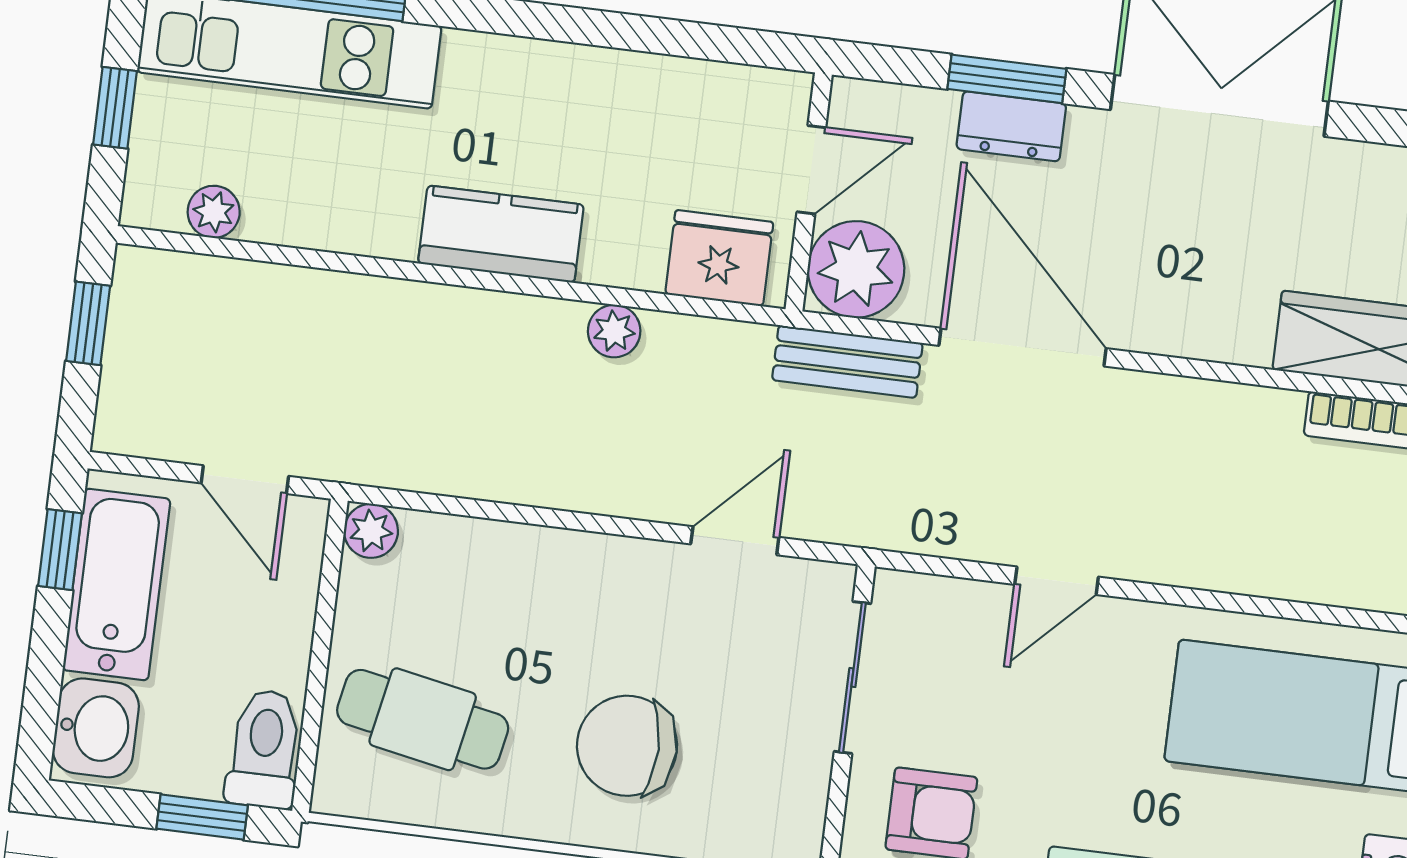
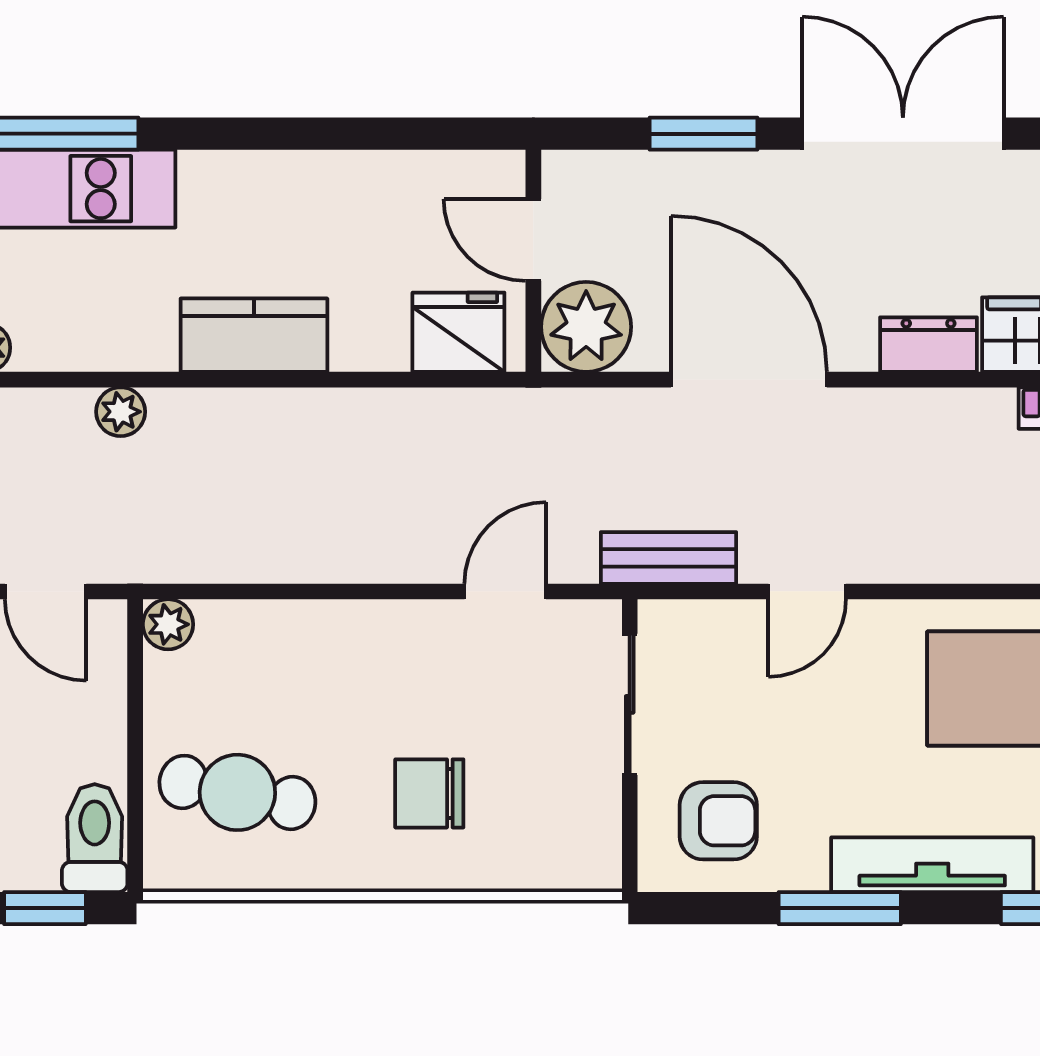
dresser: (1011, 126) -> (929, 345), moved, turned 180
door: (811, 170) -> (533, 240), swing flipped
plant: (614, 331) -> (121, 412), moved
bench: (847, 362) -> (668, 558), moved
chair: (627, 746) -> (429, 793), width x0.73, depth x0.73

